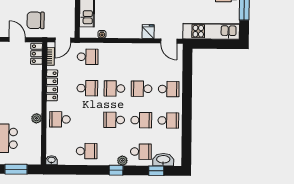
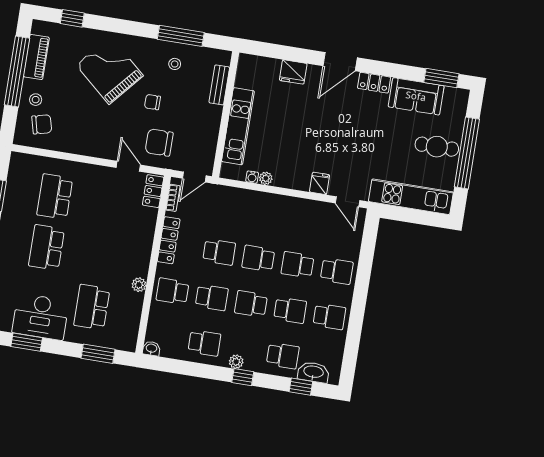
plant: (111, 34) -> (266, 178), added
school desk: (88, 57) -> (212, 298), moved
plant: (122, 161) -> (236, 362), moved

